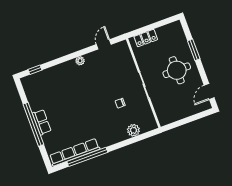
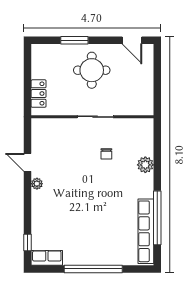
door: (104, 44) -> (28, 162), moved
row of seats: (42, 122) -> (47, 258), moved
plant: (133, 130) -> (145, 165), moved

